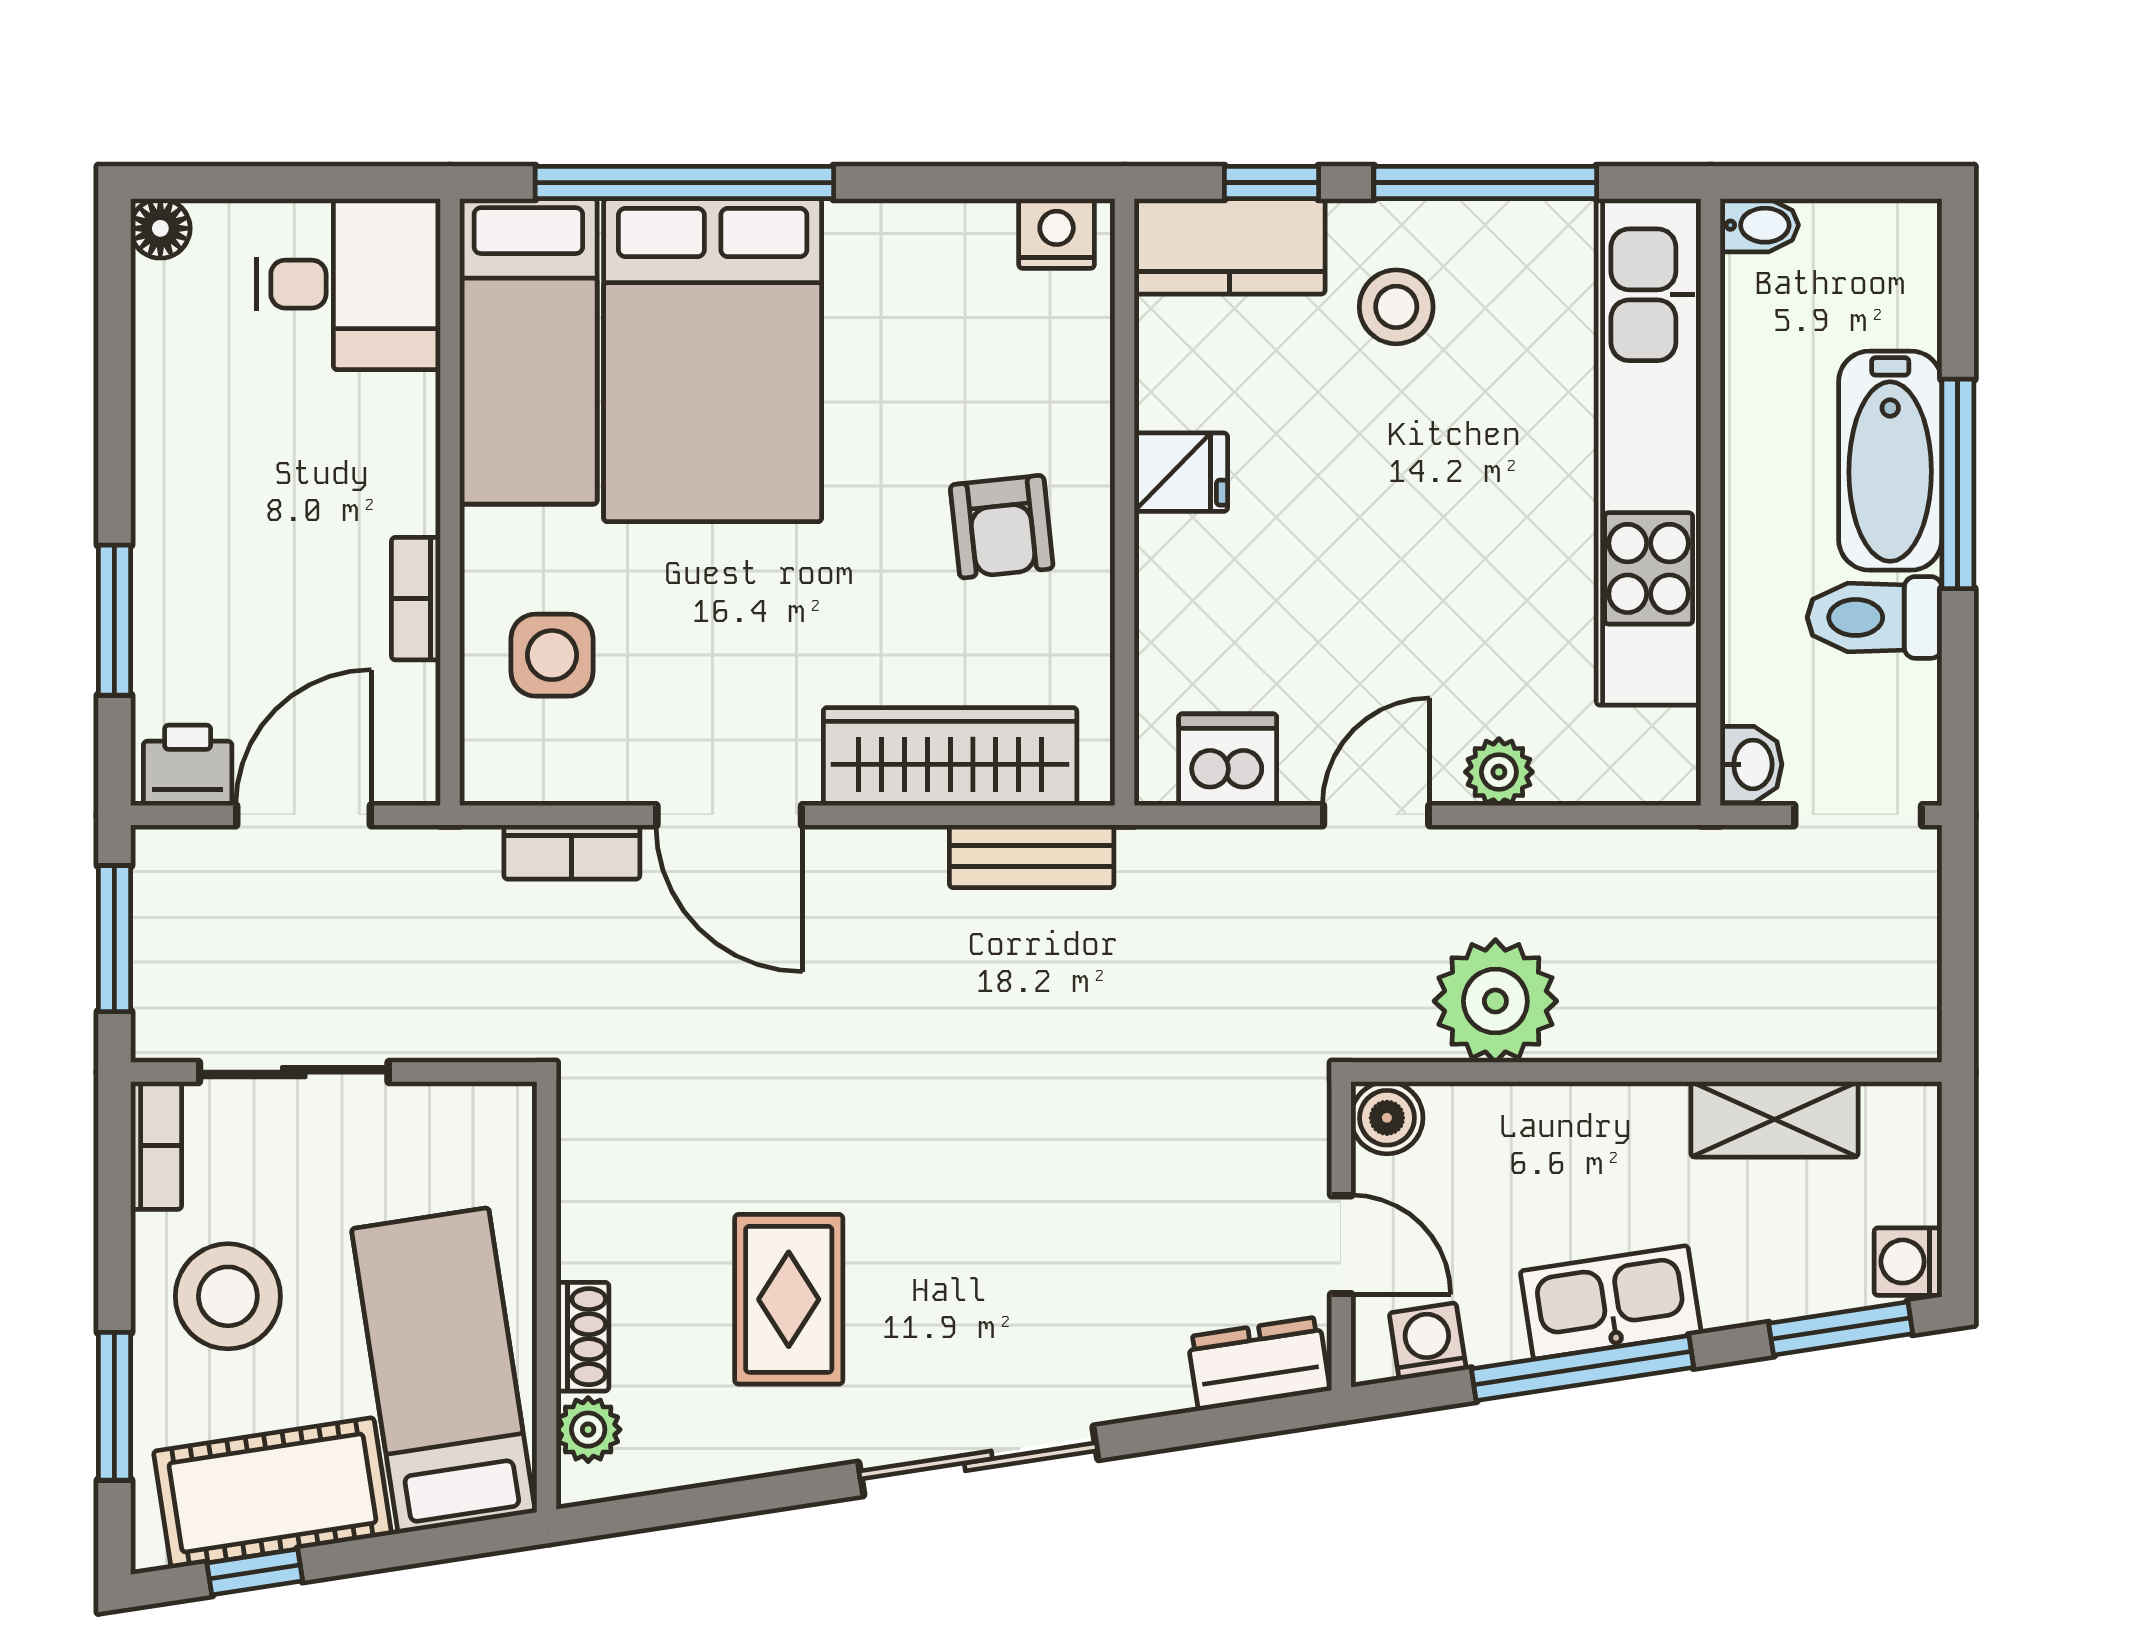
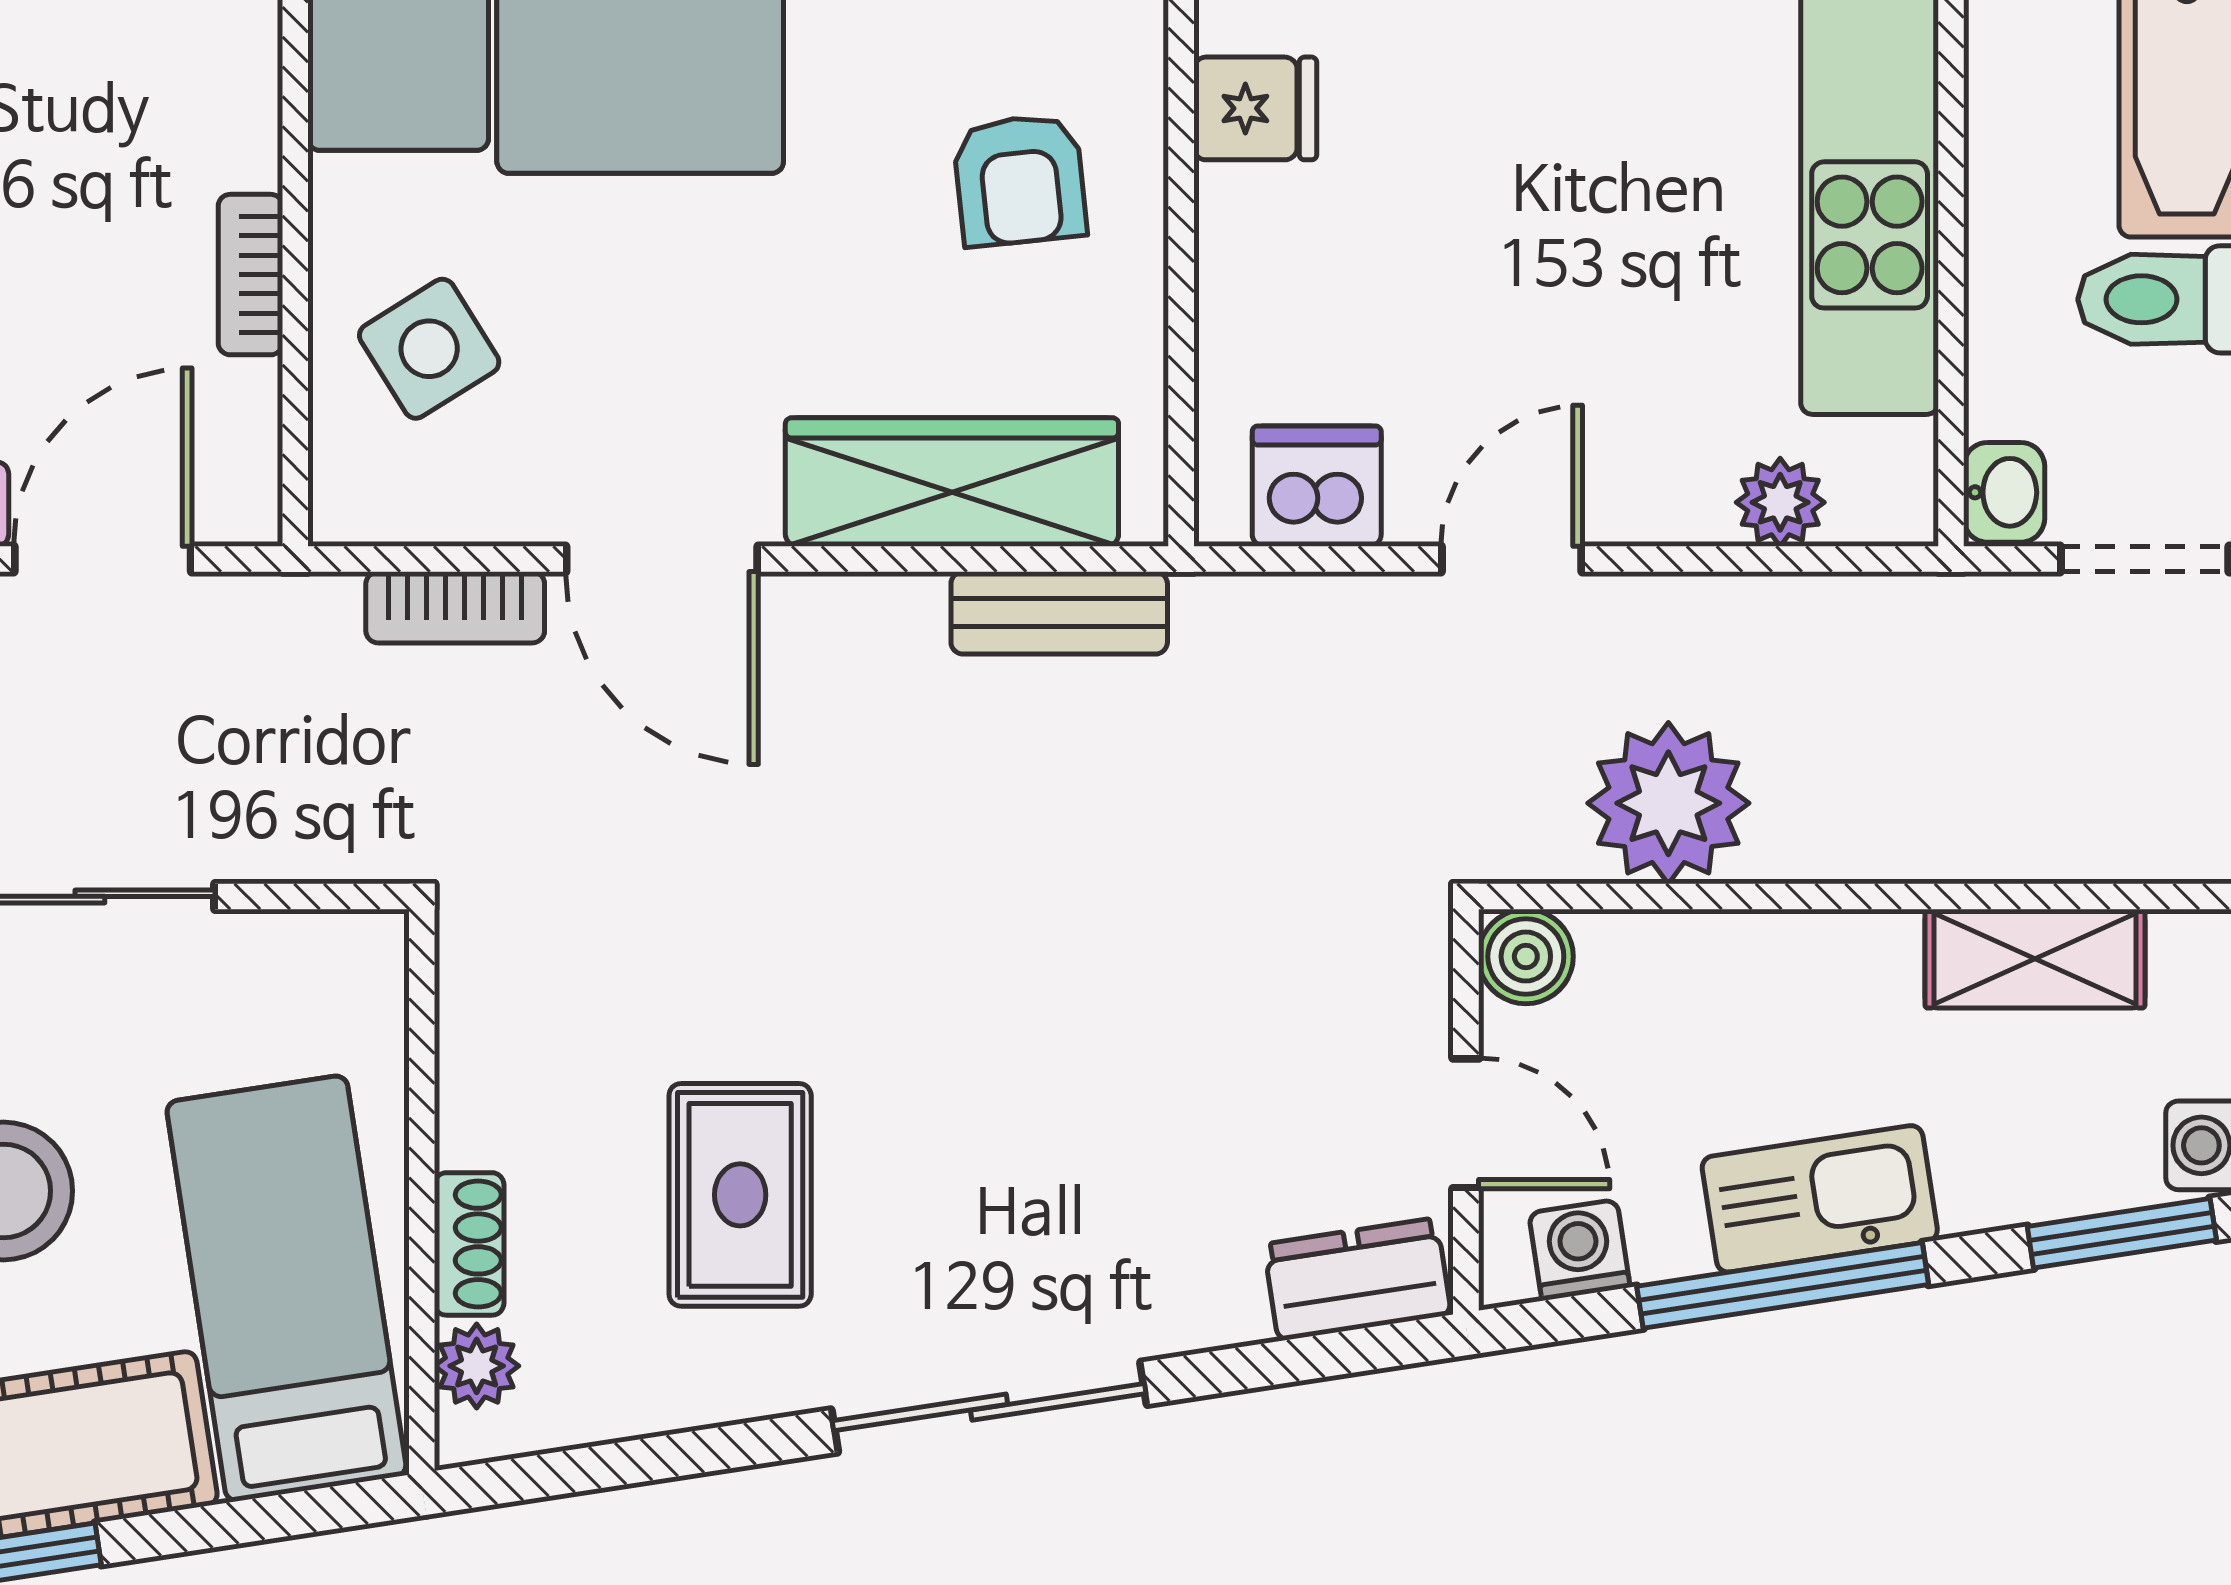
side table: (552, 655) -> (429, 349), turned -32
plant: (1499, 772) -> (1780, 502), moved

